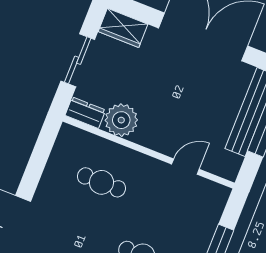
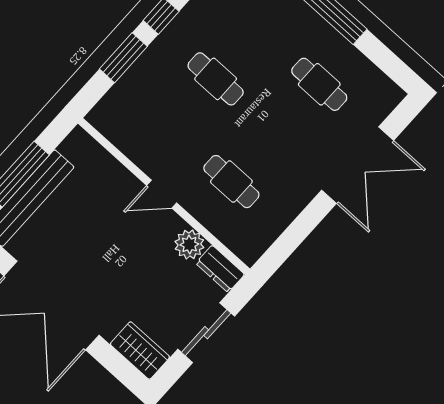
plant: (121, 120) -> (189, 244), width x0.73, depth x0.73
door: (185, 167) -> (162, 194), moved

